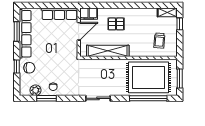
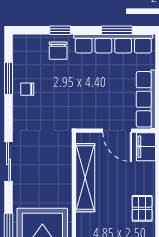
pallet: (116, 24) -> (142, 208), moved
plant: (36, 90) -> (22, 61), removed

